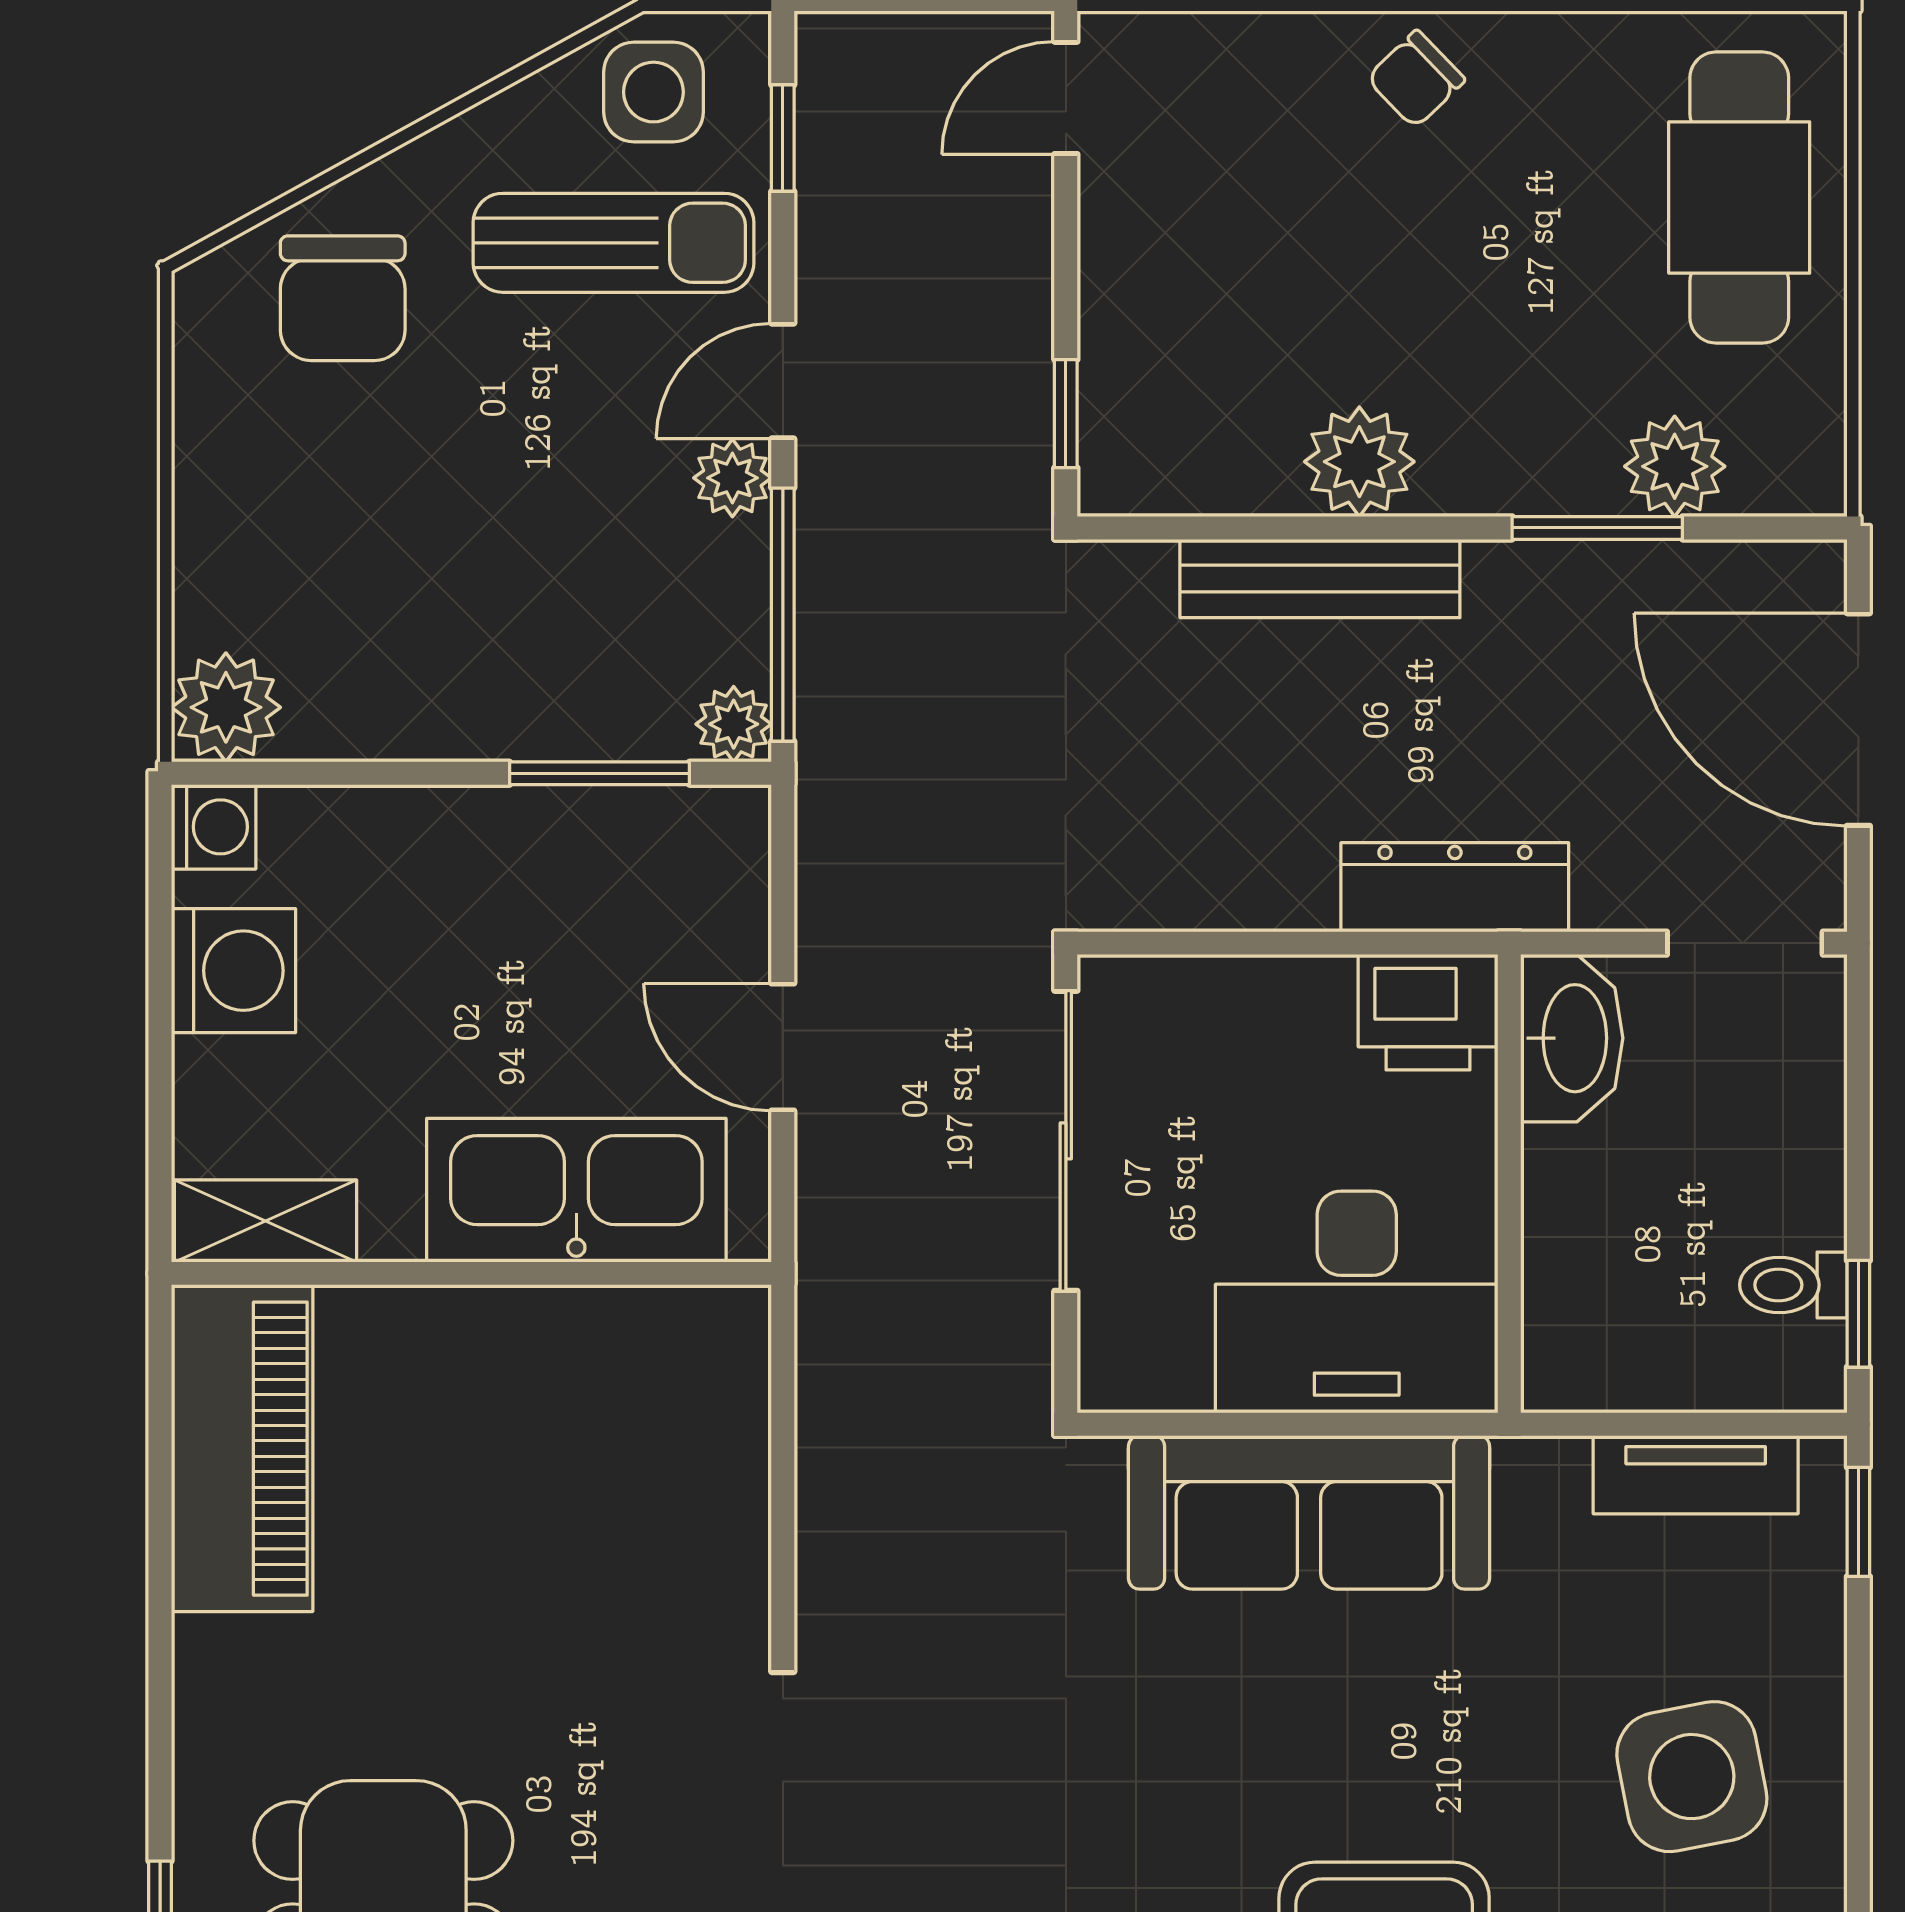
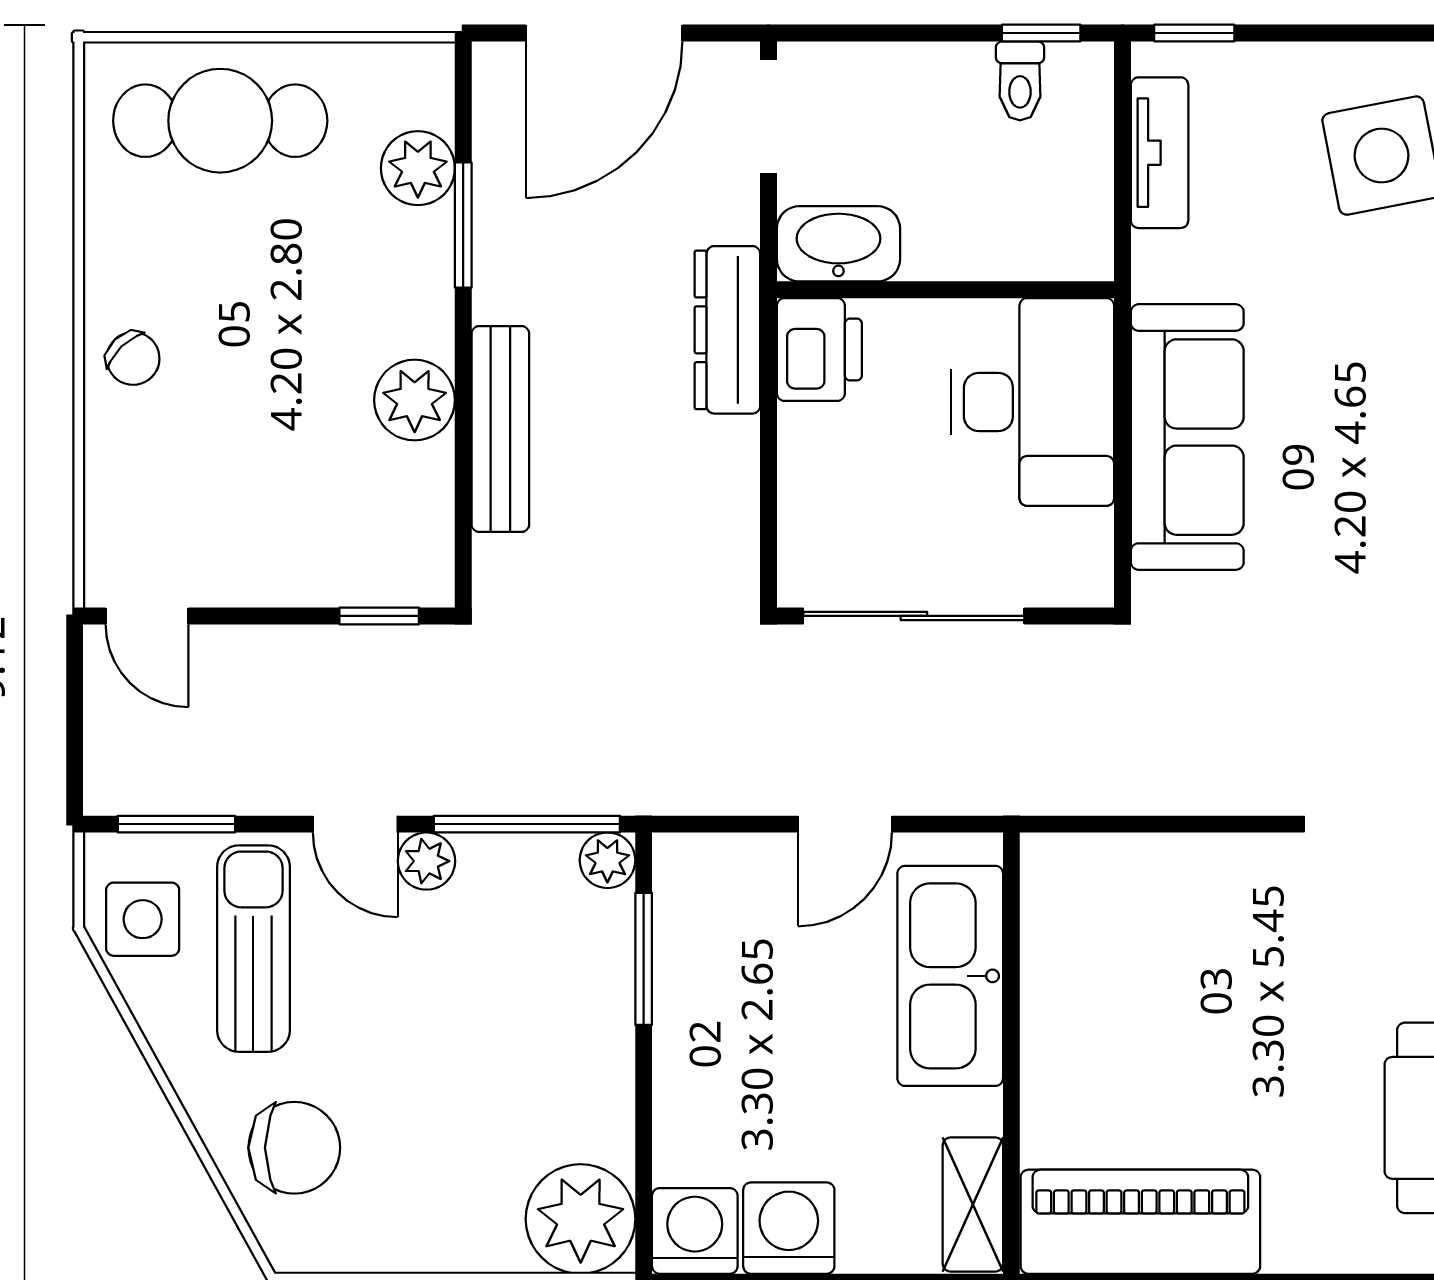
window: (783, 138) -> (176, 824), width x1.50
plant: (226, 707) -> (581, 1219), width x1.36, depth x1.36
washing machine: (214, 827) -> (695, 1231), width x1.38, depth x1.38

